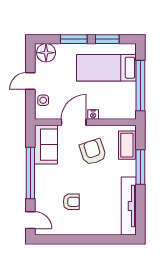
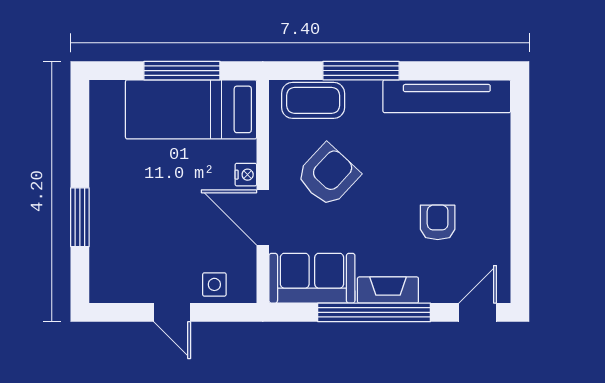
window: (107, 39) -> (80, 144), removed
floor lamp: (46, 53) -> (110, 278), removed
bed: (106, 68) -> (191, 109), moved, turned 90
window: (140, 86) -> (182, 71), width x0.68
armchair: (93, 152) -> (328, 175), turned 151
fireplace: (41, 179) -> (388, 290), added

